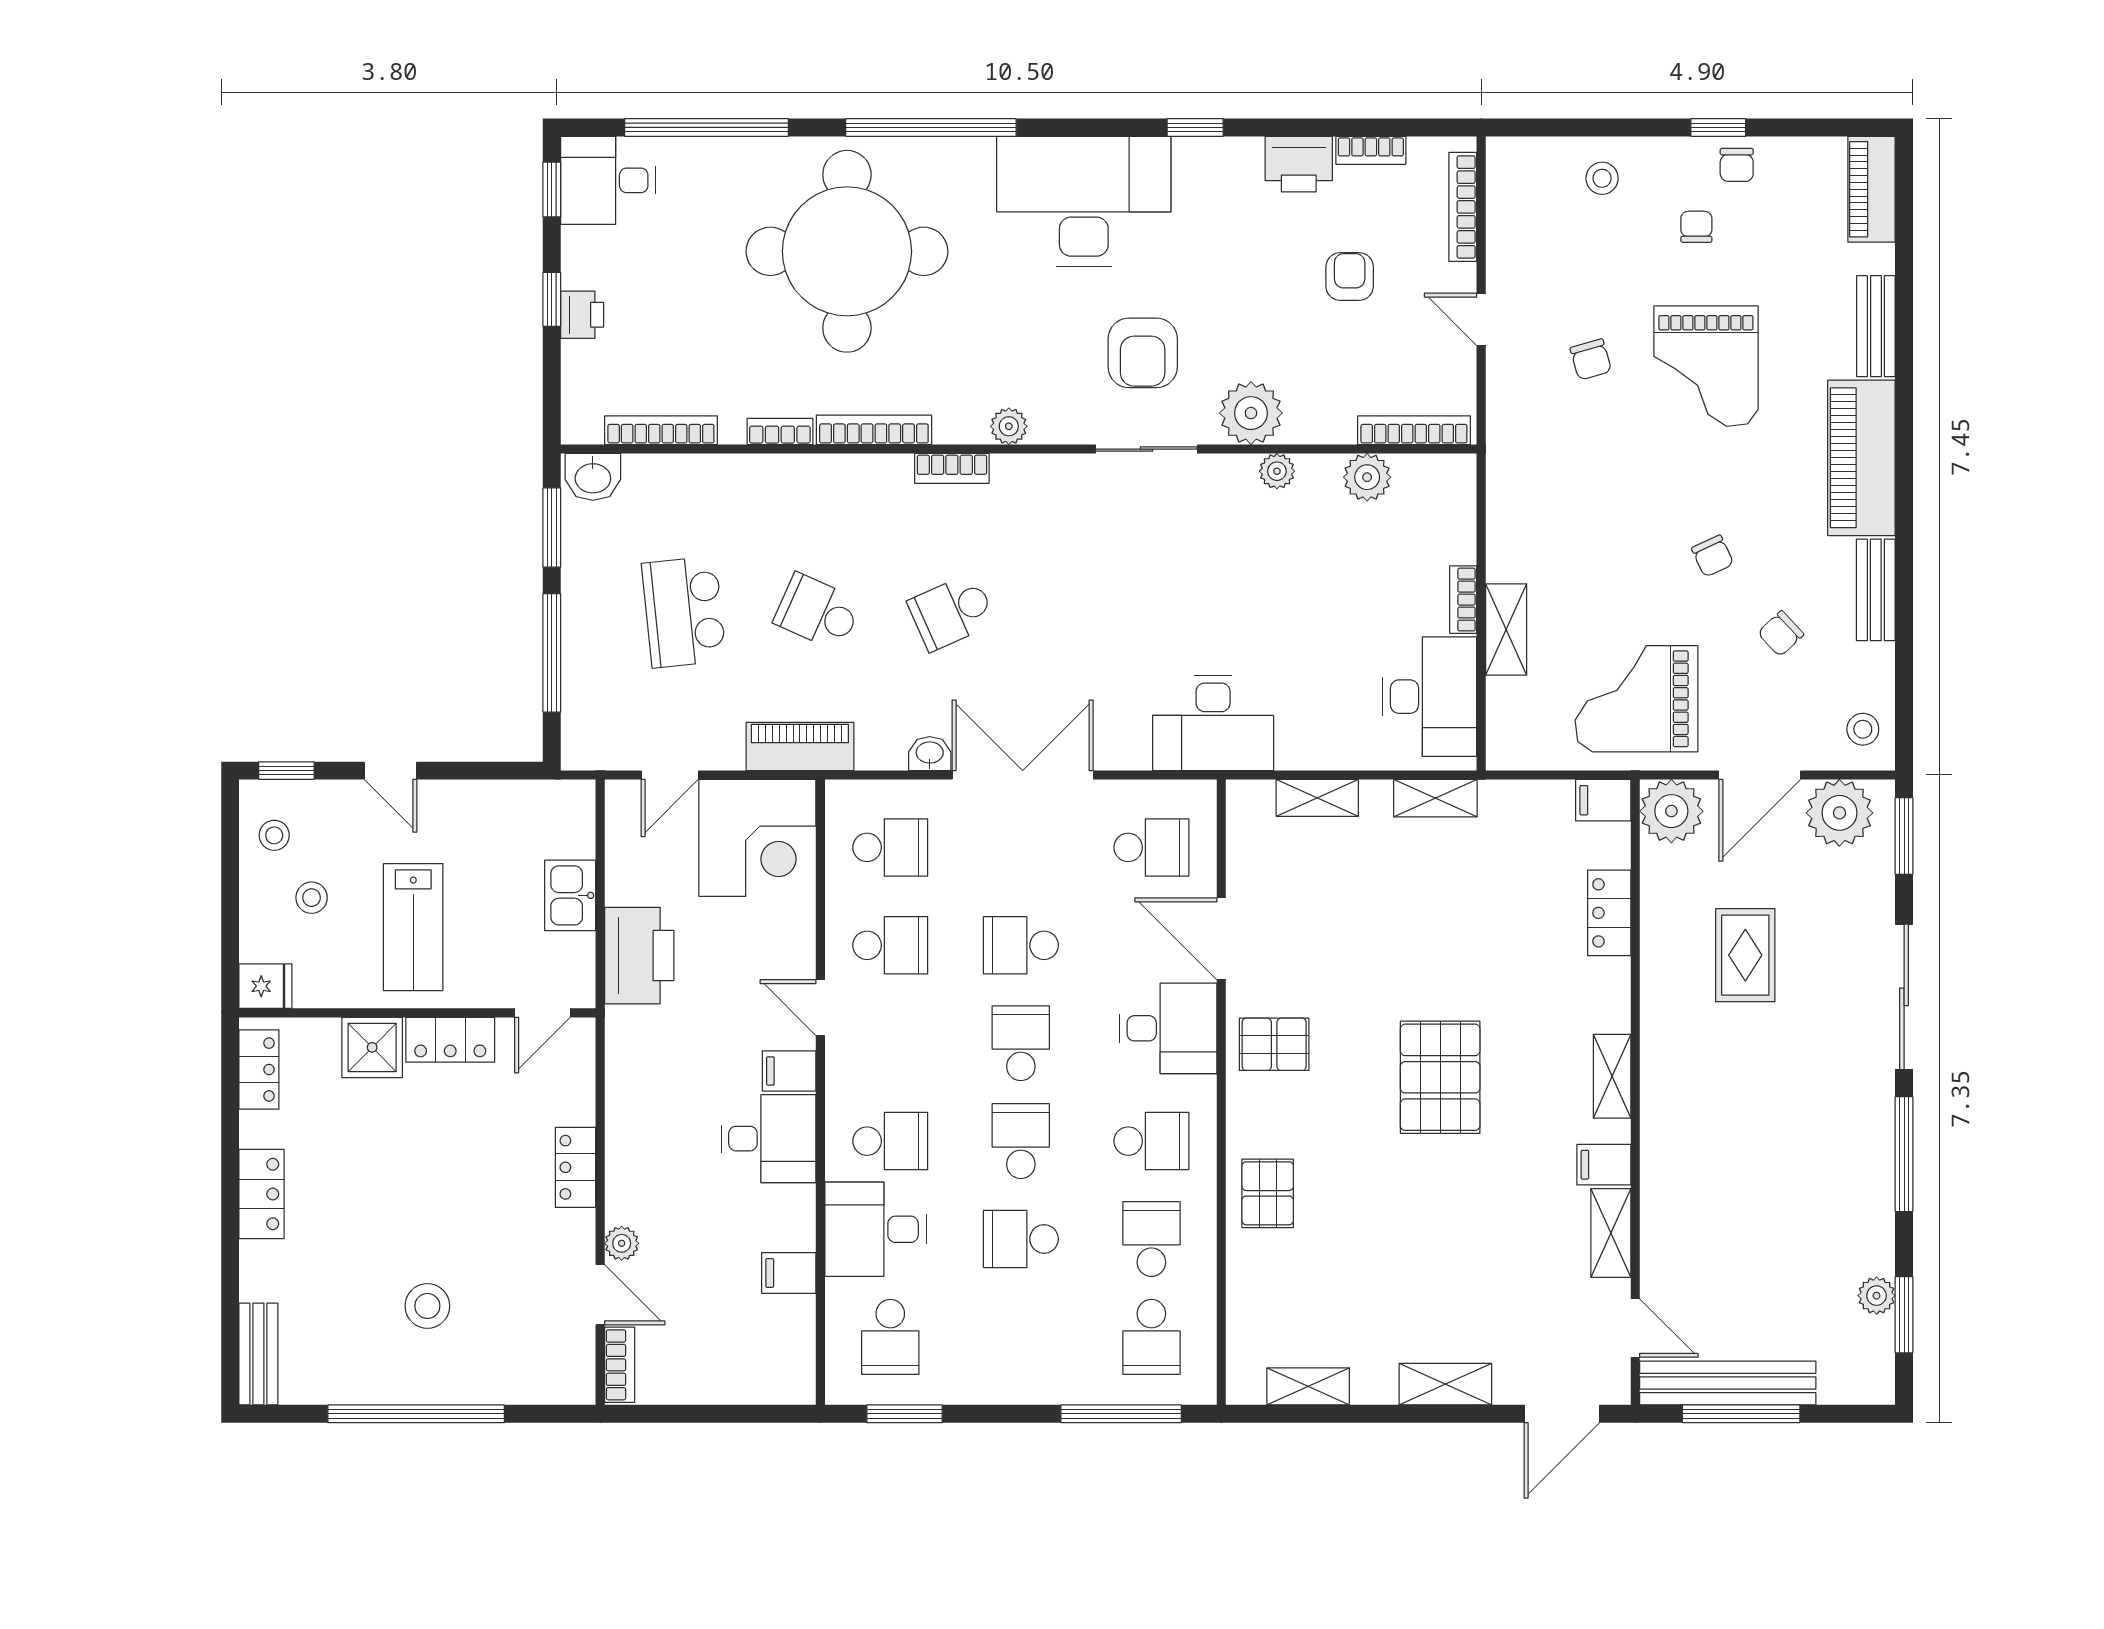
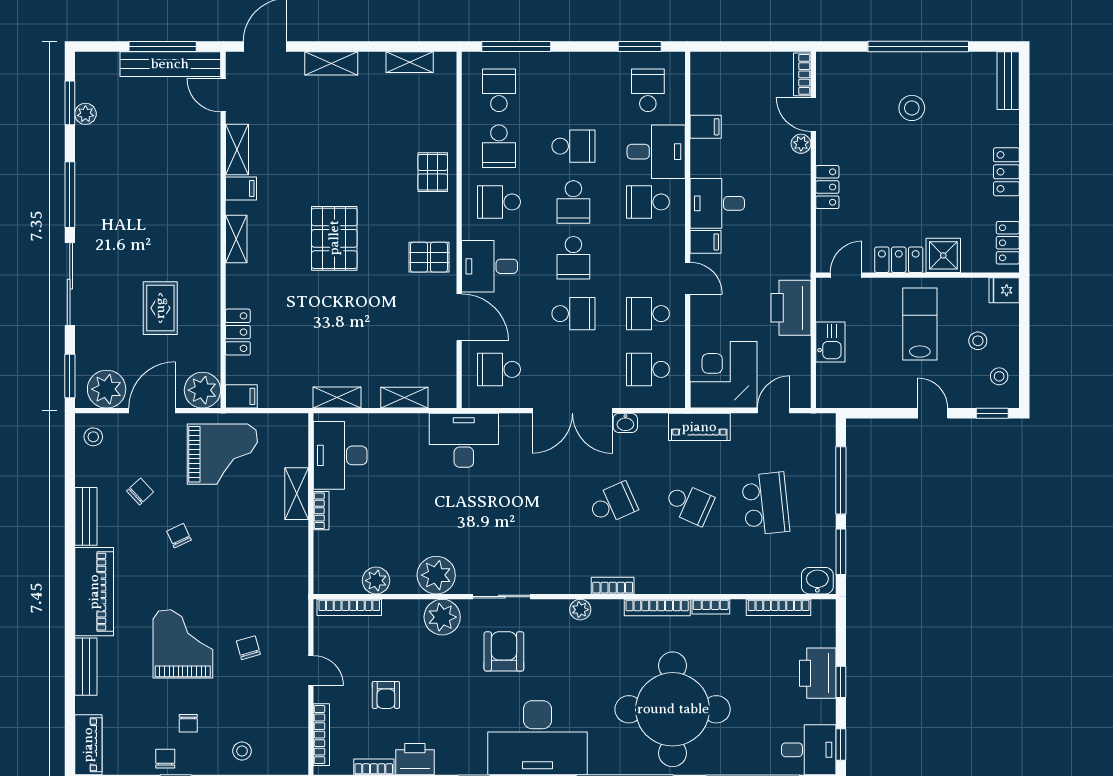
printer: (582, 315) -> (818, 673), width x1.87, depth x1.48
plant: (1277, 471) -> (436, 575), width x1.87, depth x1.87

